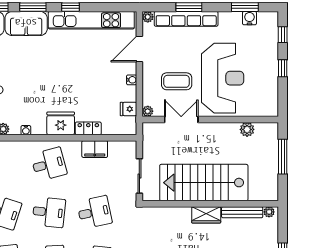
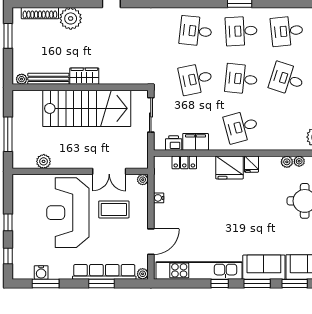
water cooler: (132, 80) -> (159, 198), moved
fridge: (128, 109) -> (251, 164), moved, turned 90
locker: (88, 128) -> (184, 162), moved
water cooler: (26, 130) -> (264, 161), removed
printer: (117, 148) -> (174, 143), added

